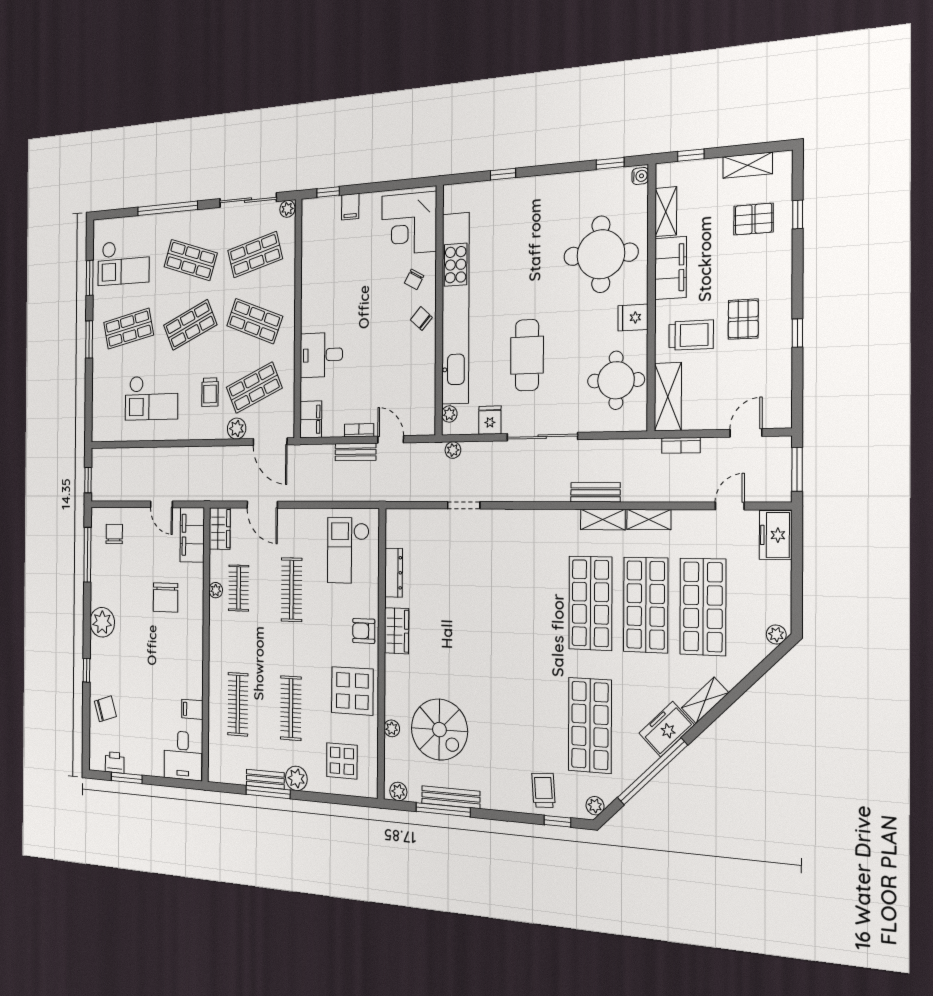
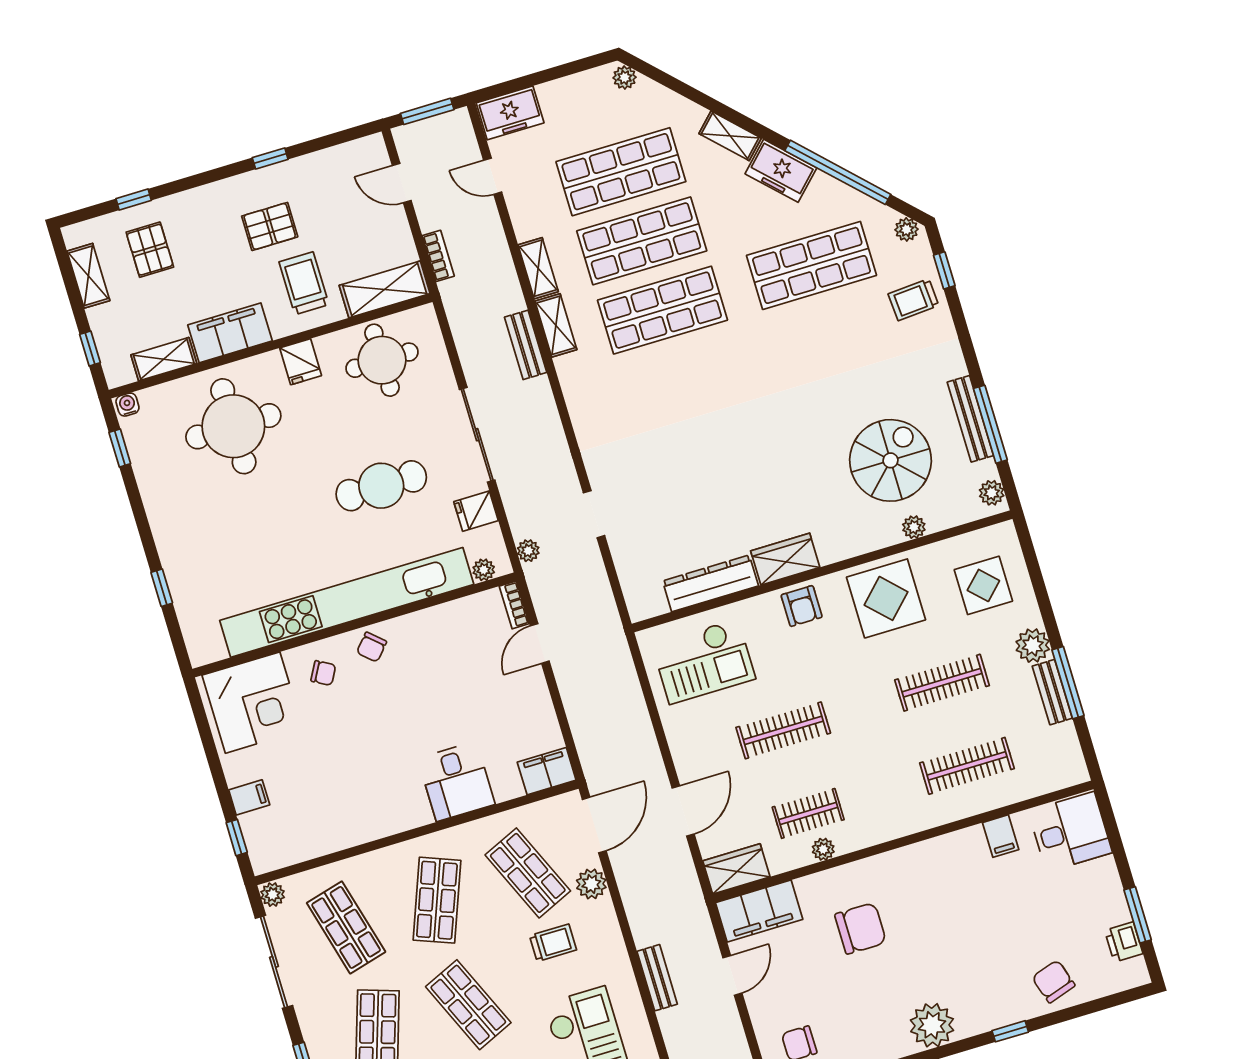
bookcase: (359, 430) -> (514, 605), moved
bench: (356, 452) -> (657, 978), moved
dresser: (394, 573) -> (710, 583), width x1.37, depth x1.24

